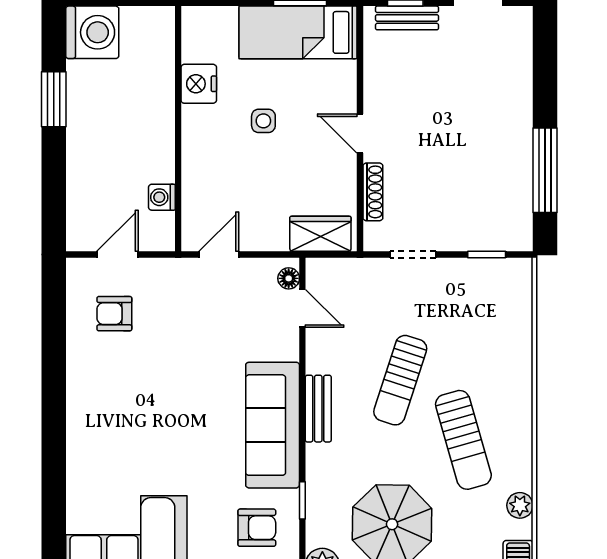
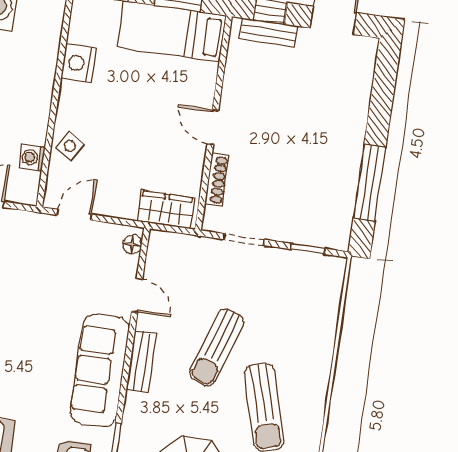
side table: (263, 121) -> (70, 146), moved, turned 32
door: (302, 308) -> (137, 295), moved

